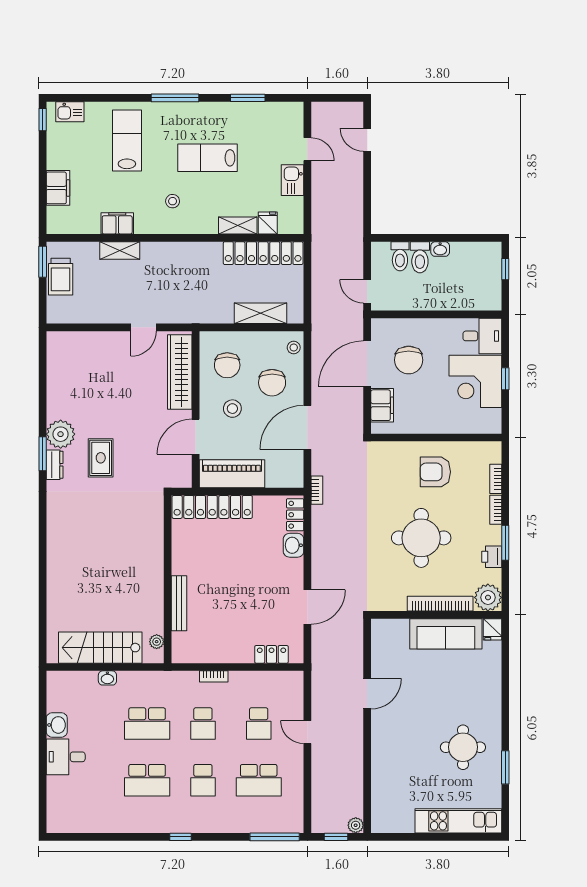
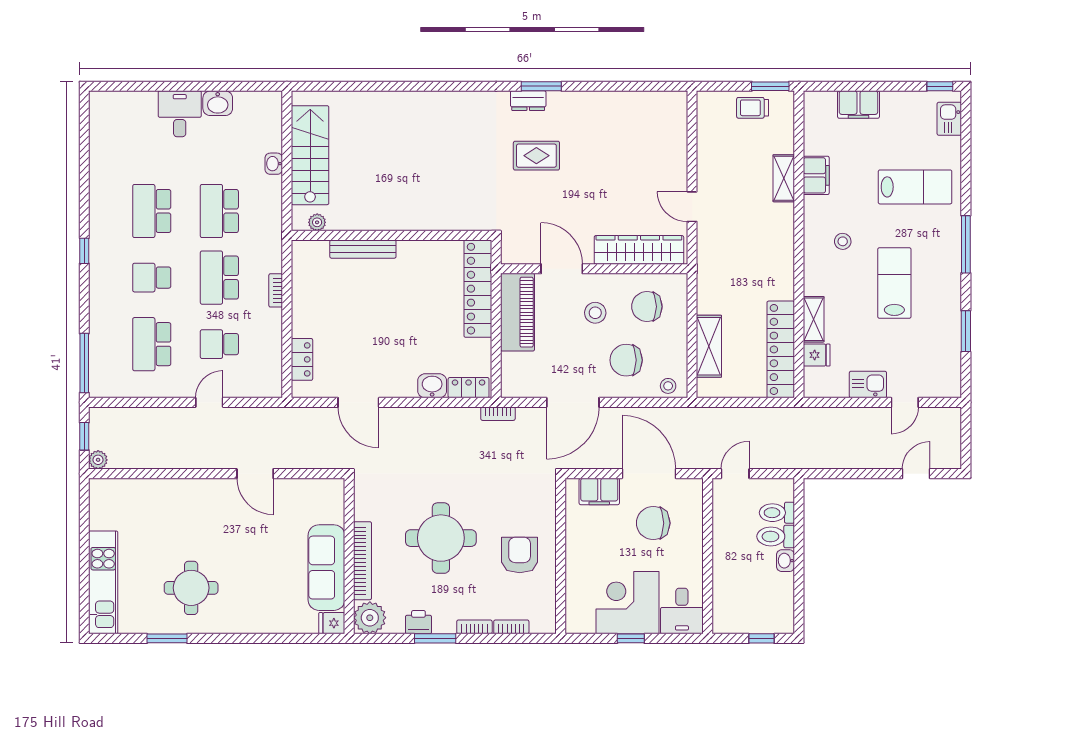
trolley: (61, 277) -> (753, 108), width x0.73, depth x0.72
door: (307, 427) -> (573, 402), swing flipped
plant: (61, 434) -> (565, 108), removed
school desk: (203, 724) -> (219, 278), width x1.85

